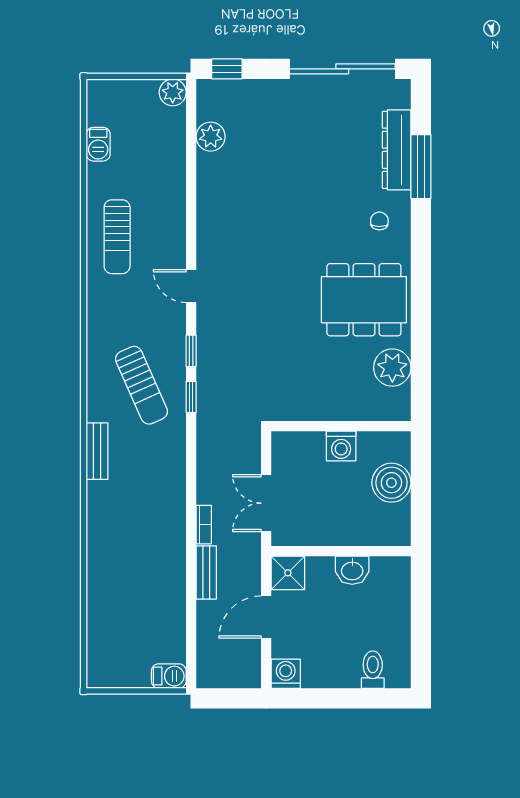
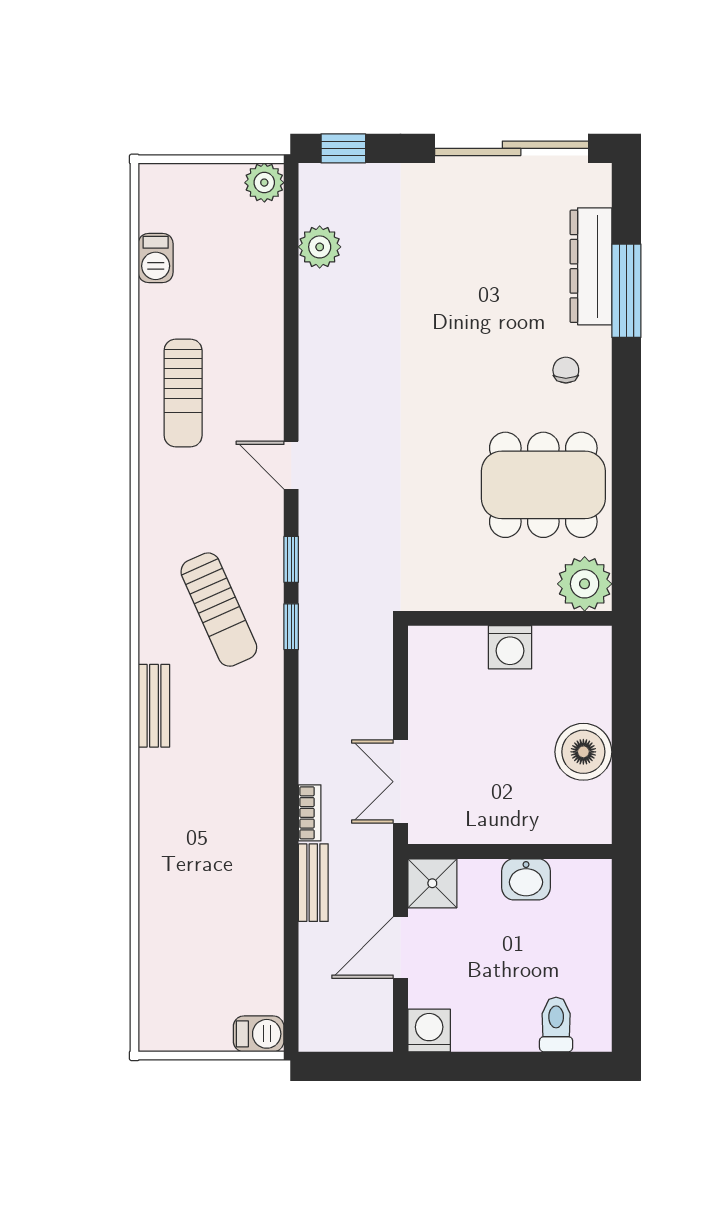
wall: (341, 426) -> (510, 618), moved
washing machine: (341, 446) -> (510, 647), moved

